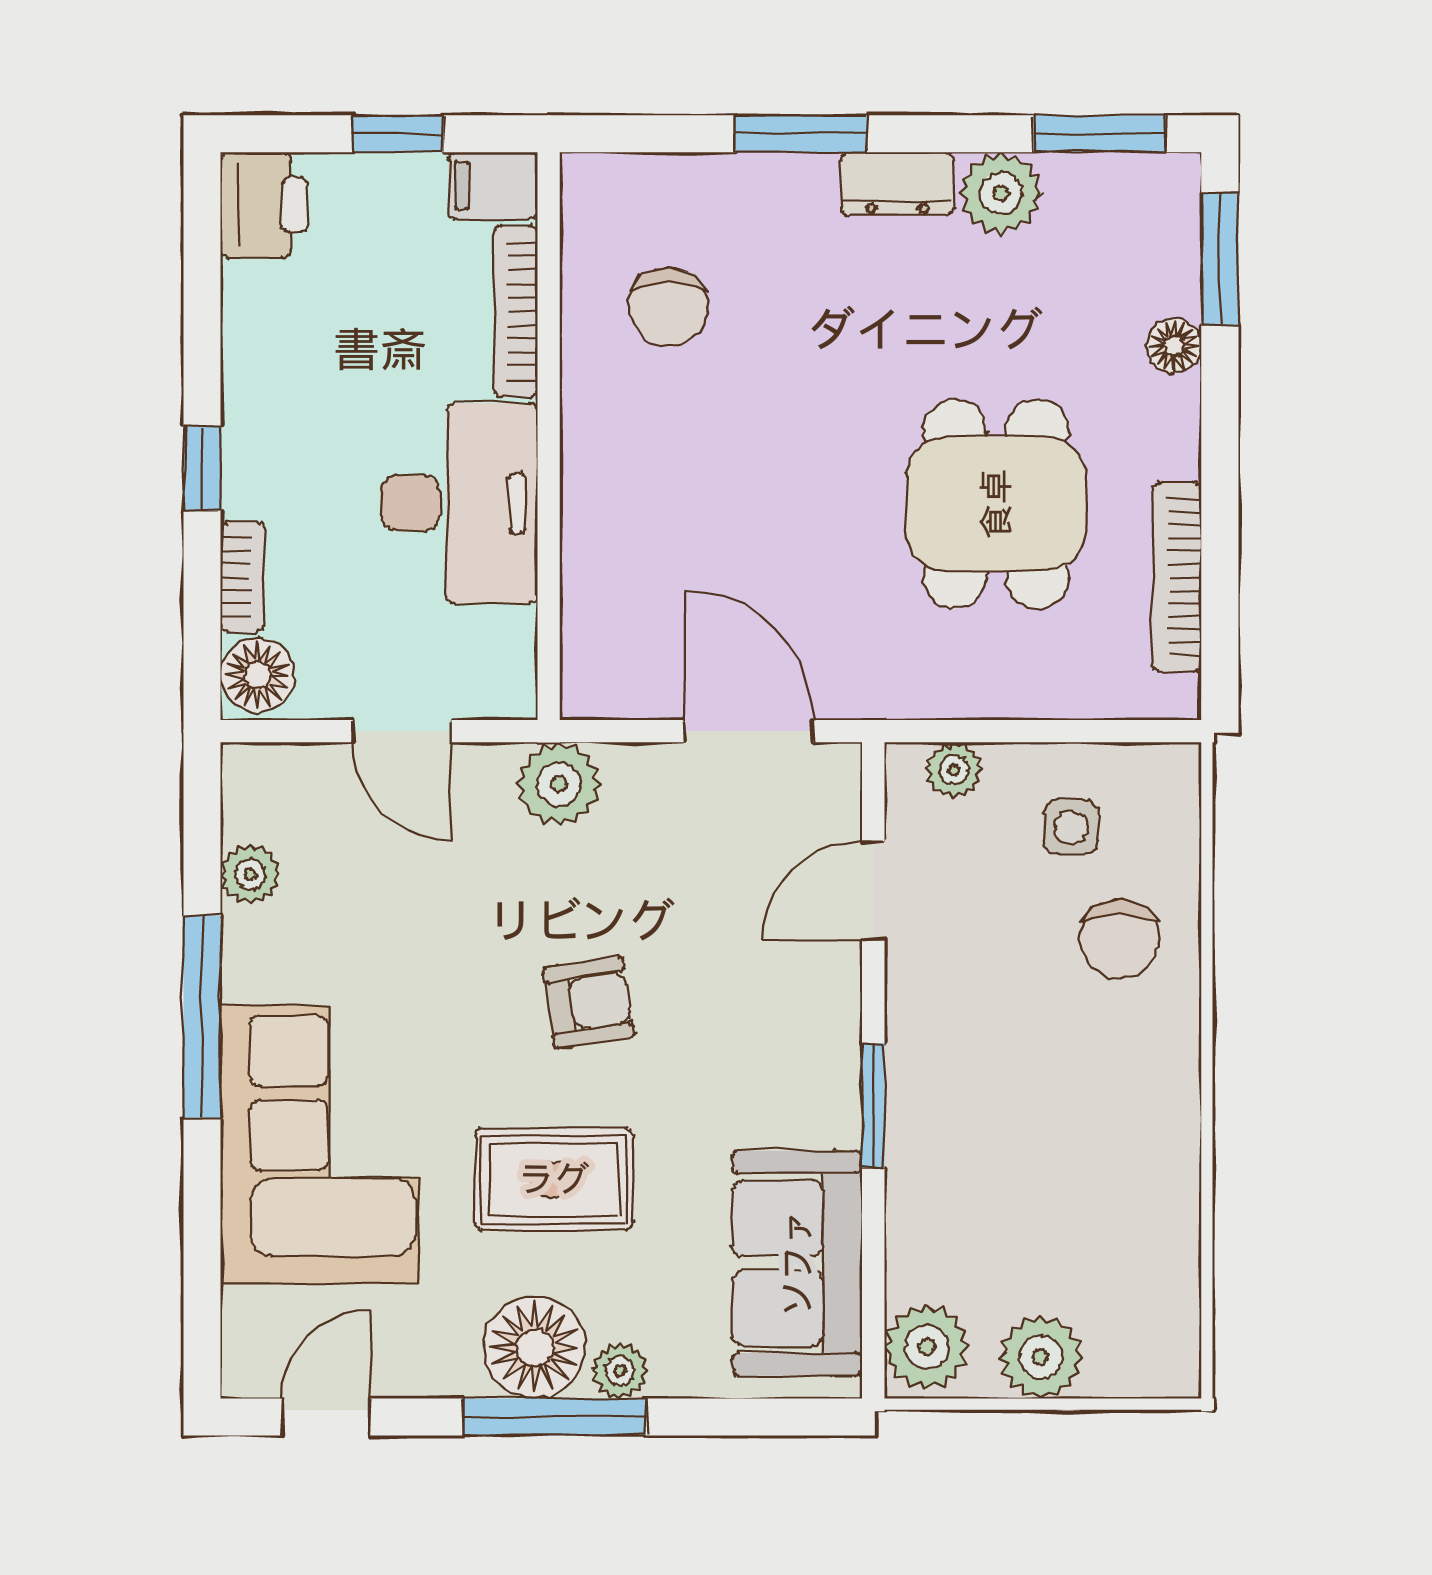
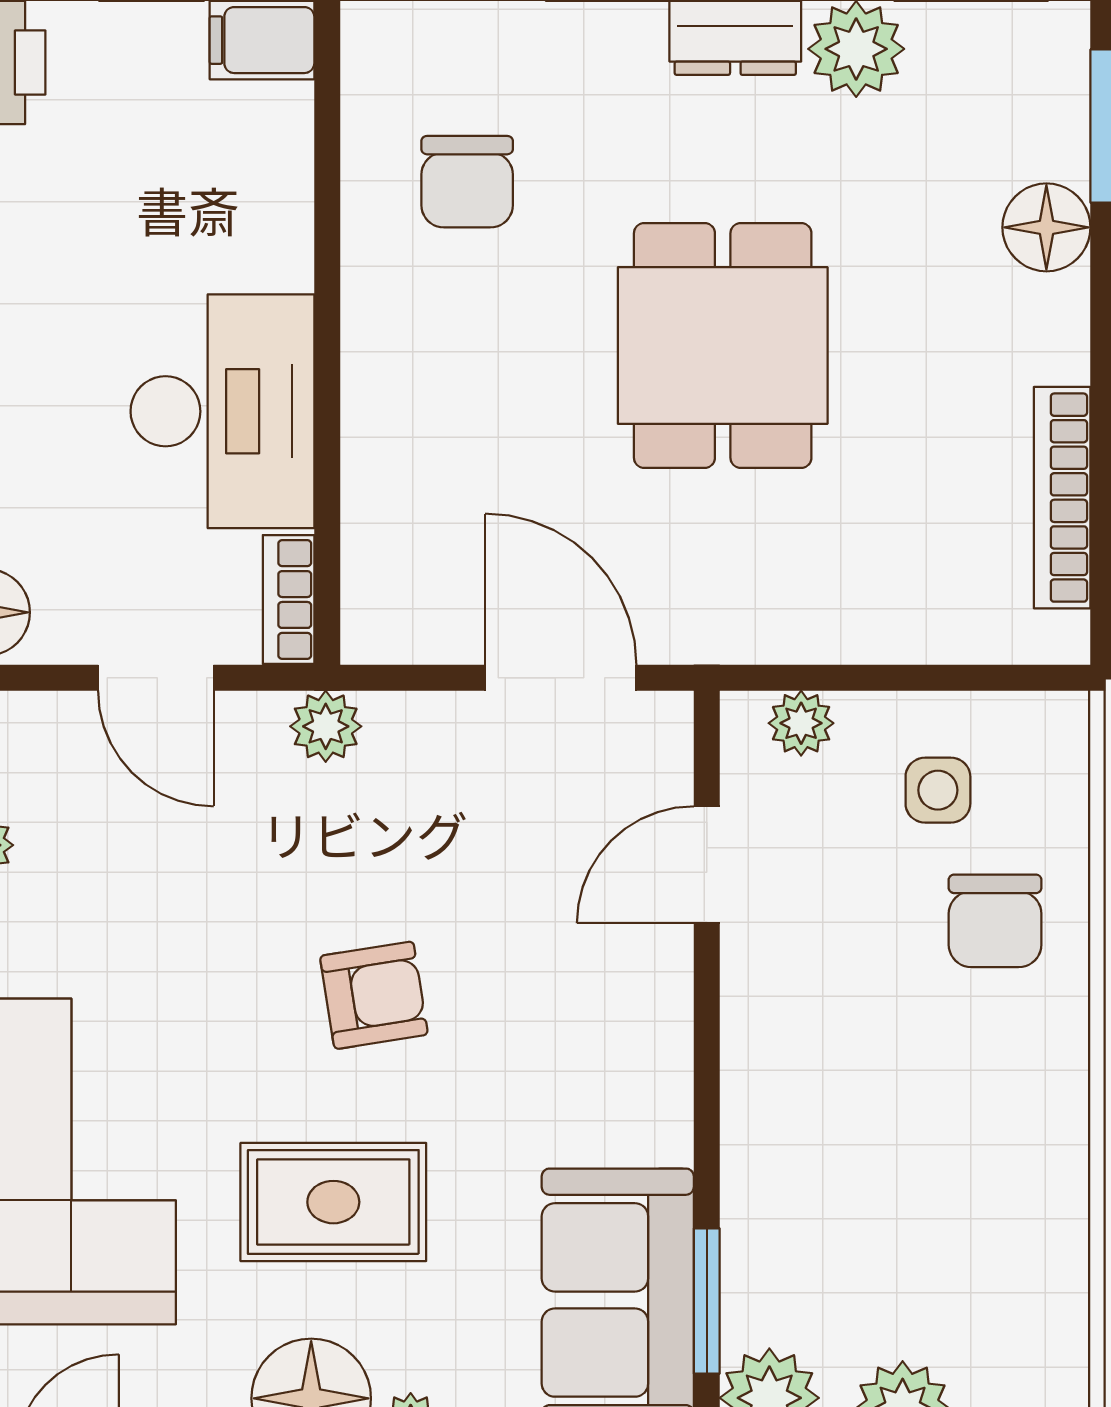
bookcase: (516, 311) -> (289, 600), moved, width x0.64
floor lamp: (1174, 346) -> (1046, 227), width x1.37, depth x1.37
dining table: (996, 504) -> (723, 346), moved
plant: (559, 784) -> (326, 726), width x0.73, depth x0.73
window: (873, 1105) -> (707, 1301), moved

